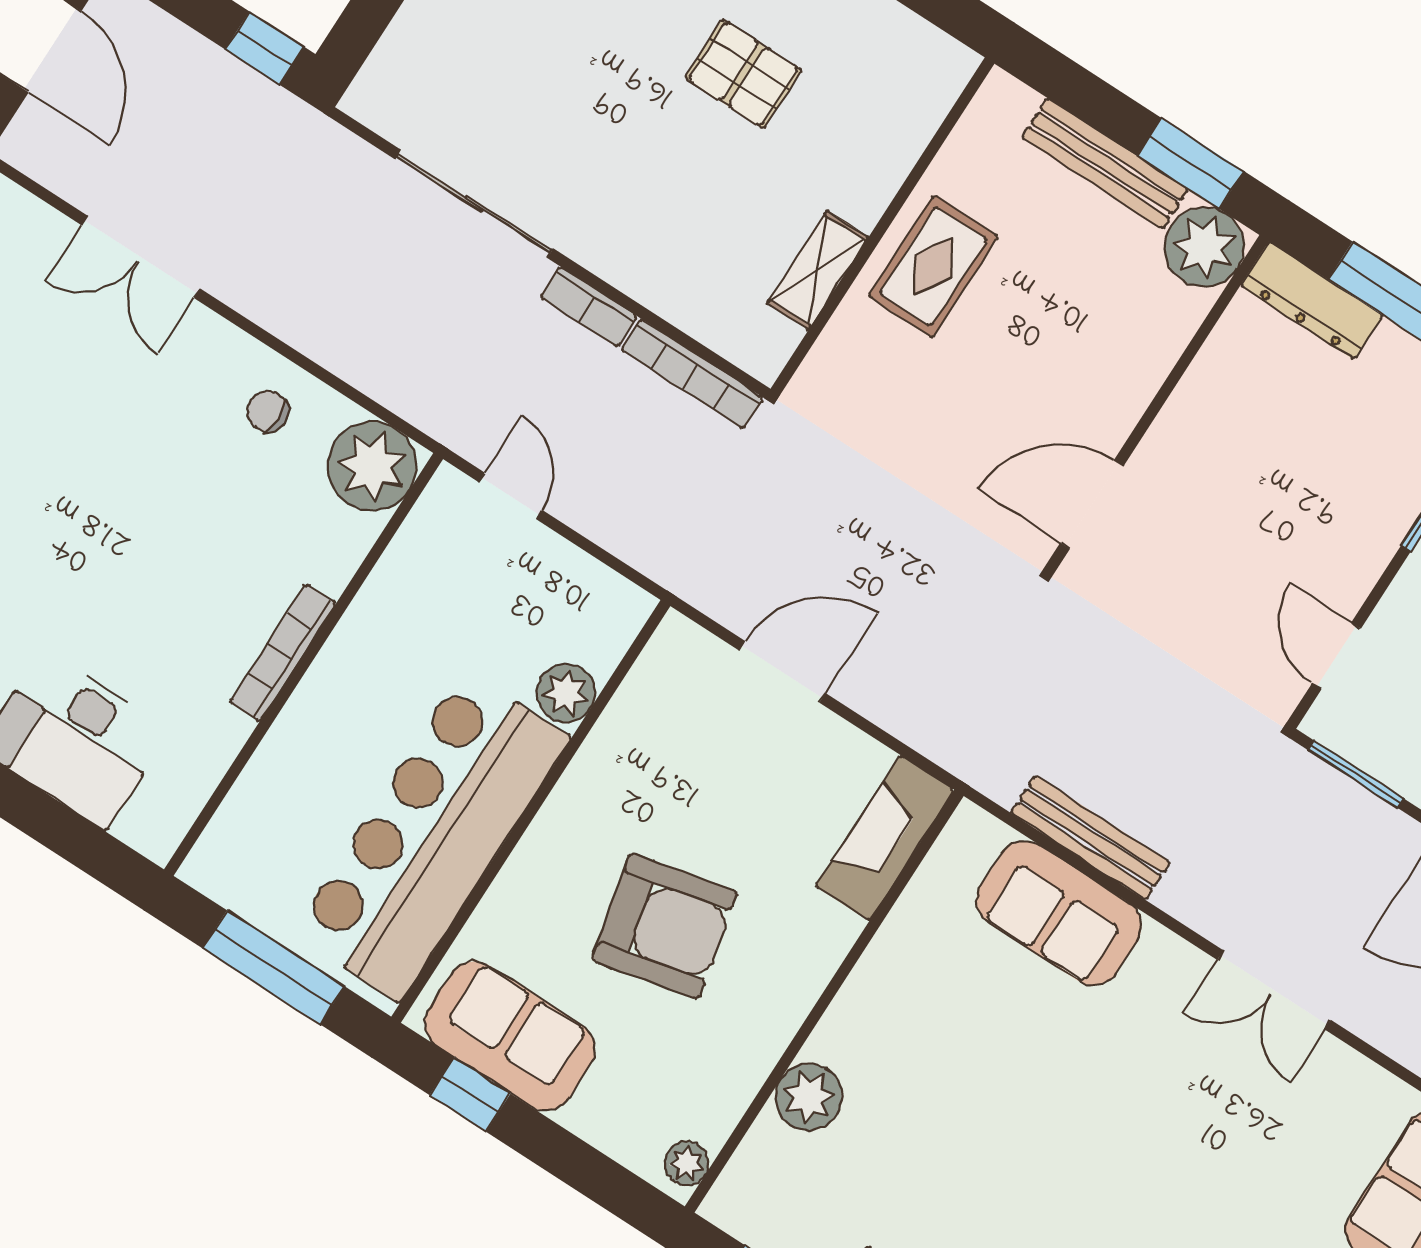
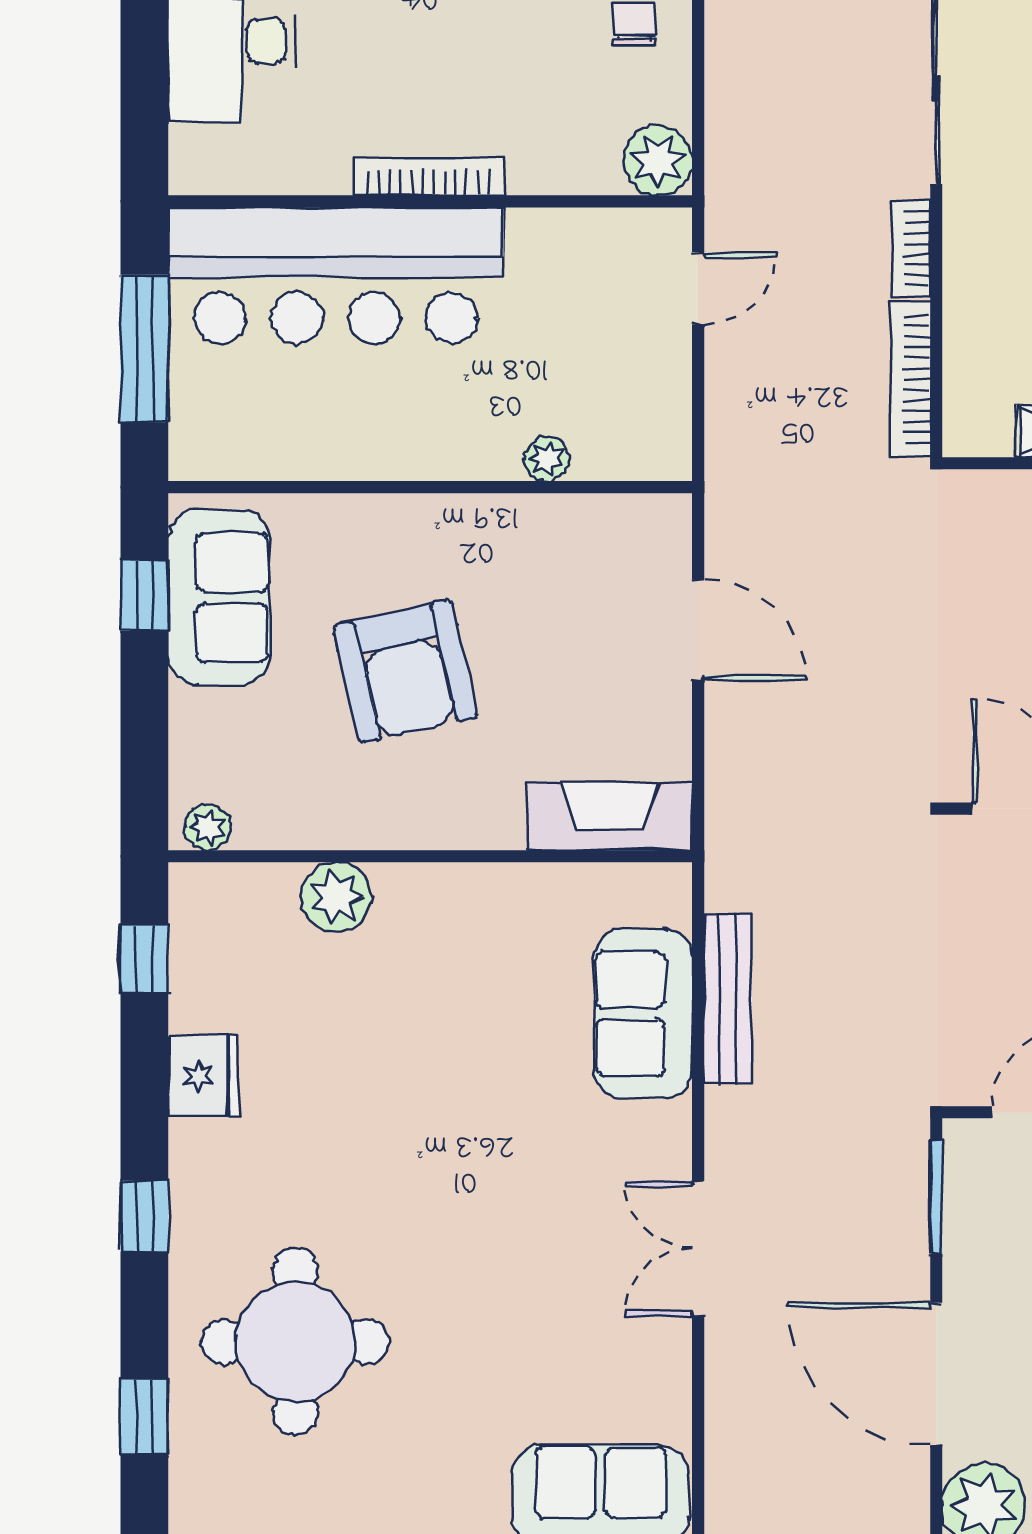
plant: (372, 466) -> (658, 161), width x0.73, depth x0.73
plant: (566, 693) -> (547, 459), width x0.73, depth x0.73
bar counter: (432, 835) -> (336, 276), moved, turned 180

